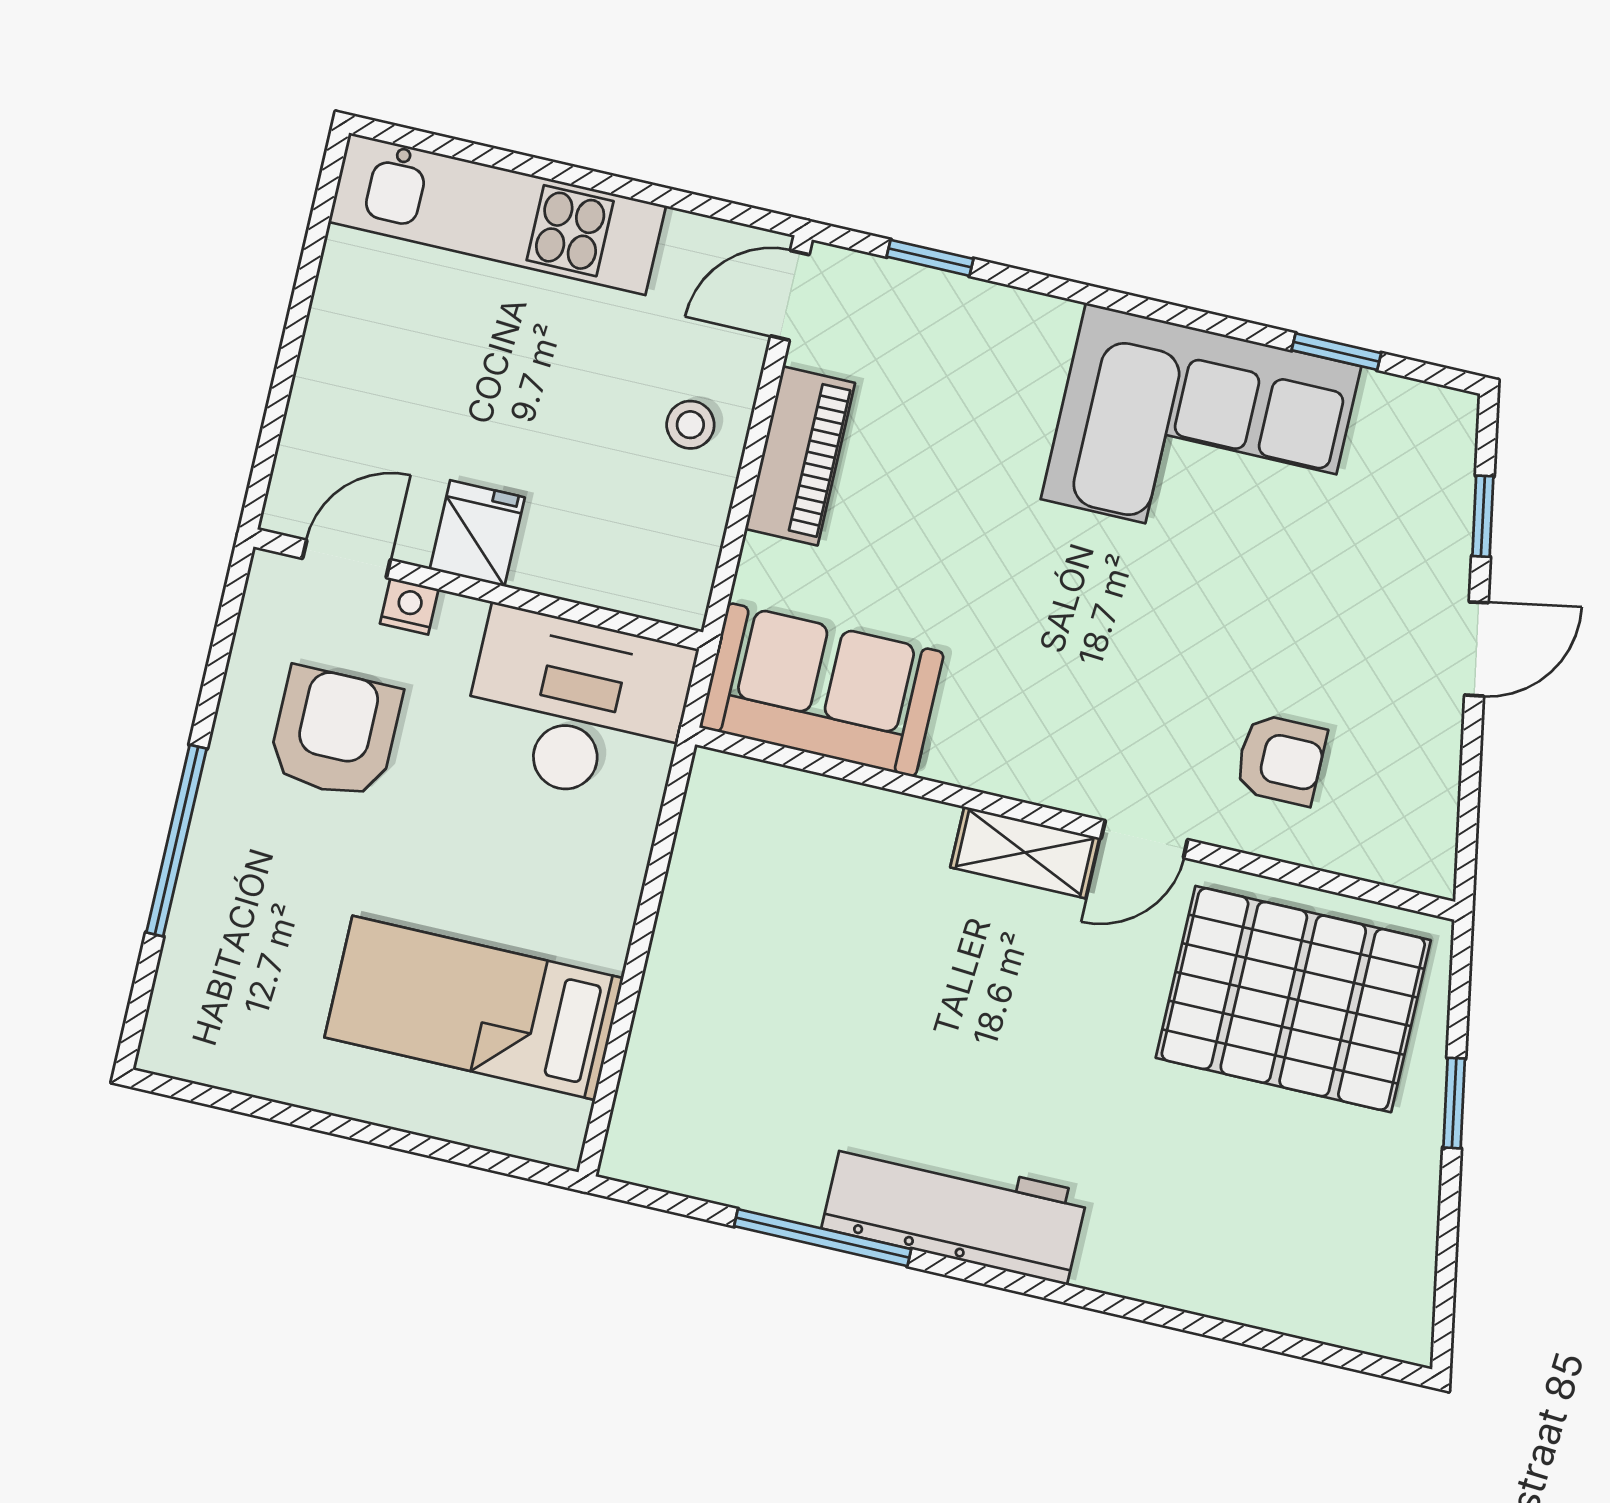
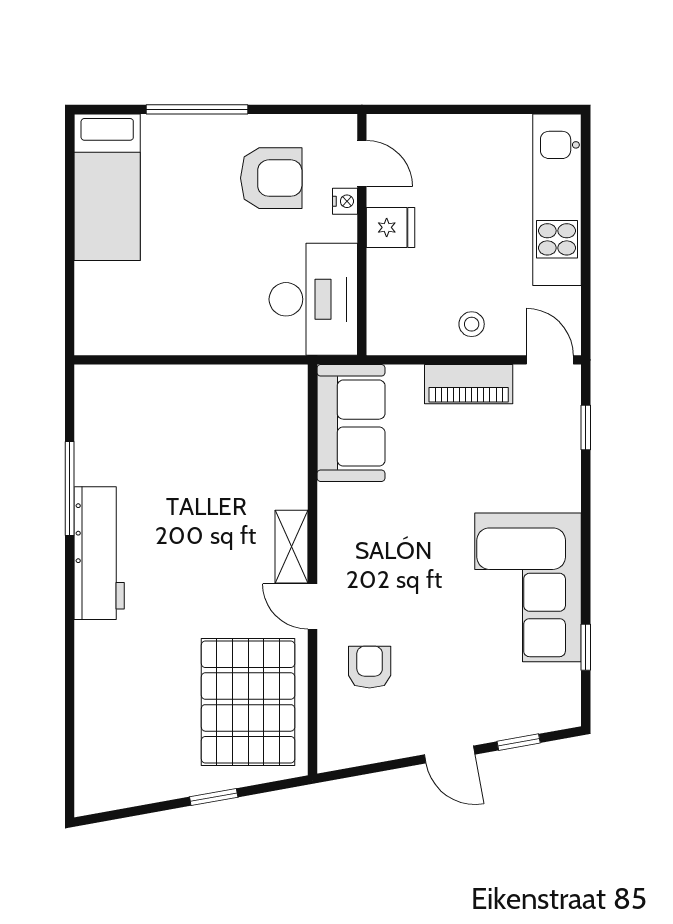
armchair: (1281, 760) -> (370, 667), turned 180
bed: (474, 1008) -> (107, 187), moved, turned 180

